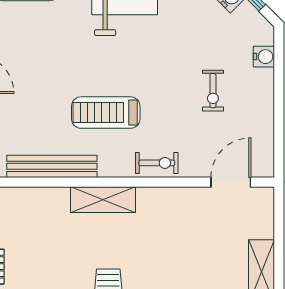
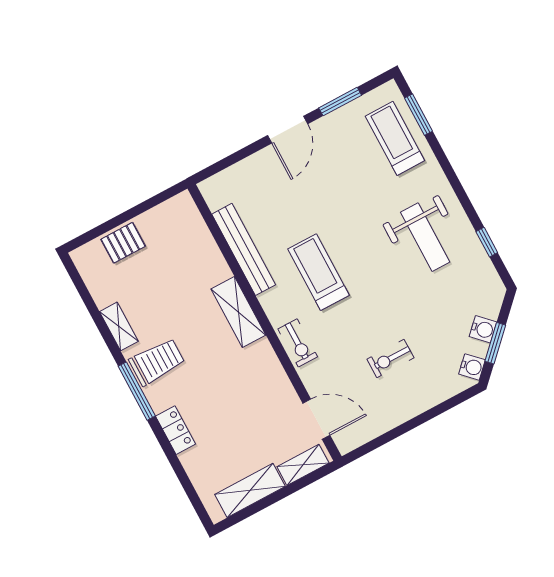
water cooler: (264, 57) -> (472, 367), moved, turned -45
shelving: (264, 215) -> (303, 465), added

